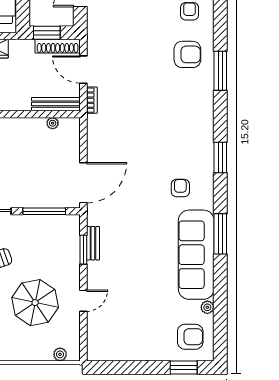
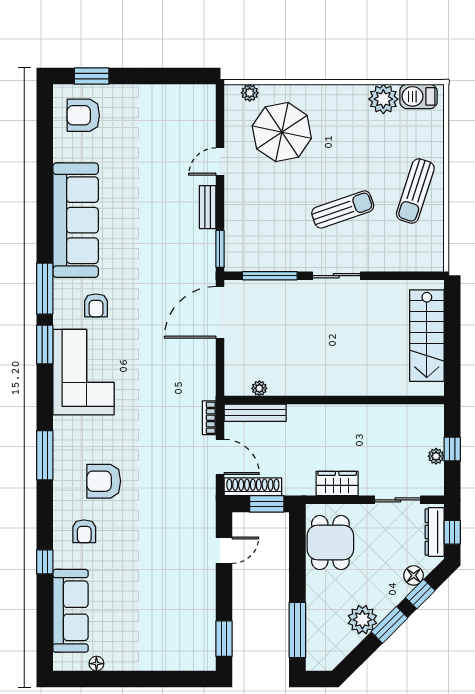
armchair: (187, 54) -> (104, 481), moved
corner sofa: (190, 136) -> (83, 372), added
window: (220, 234) -> (45, 289), moved
bench: (93, 243) -> (208, 207), moved
window: (83, 250) -> (220, 249), moved
parasol: (35, 303) -> (282, 132), moved
plant: (207, 307) -> (61, 153), removed

